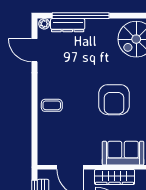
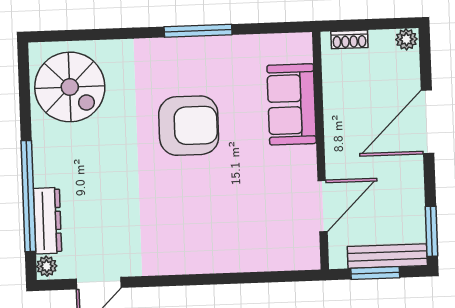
coffee table: (52, 105) -> (204, 246), removed
wardrobe: (115, 177) -> (338, 119), removed

